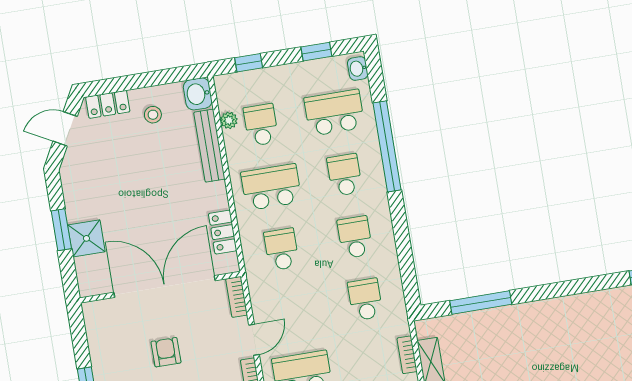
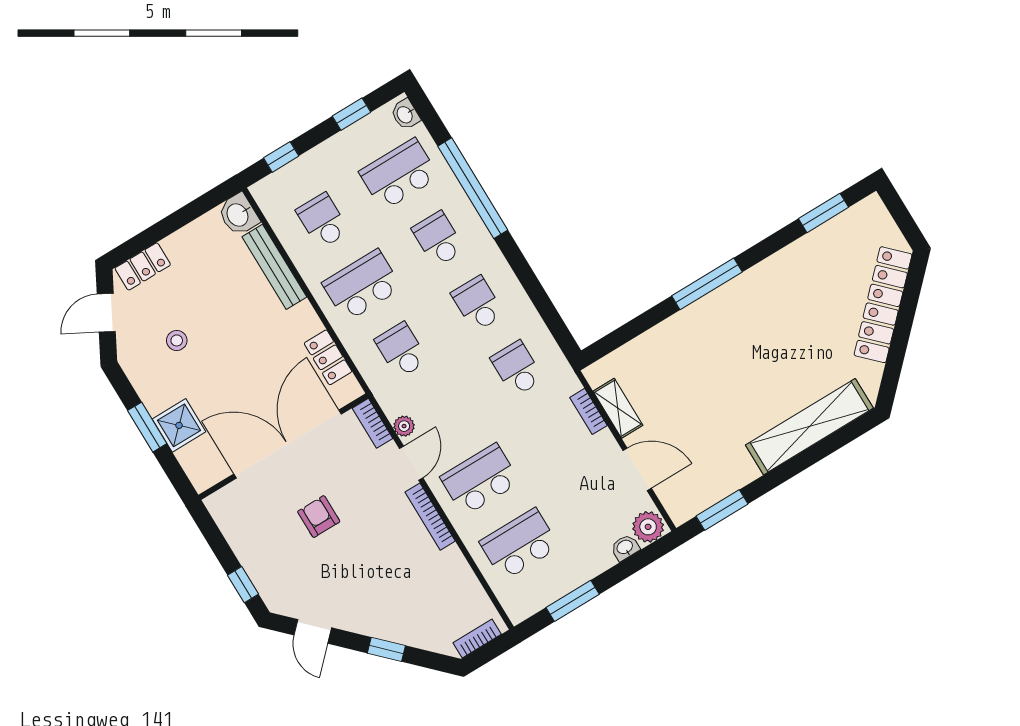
stool: (153, 115) -> (177, 340), moved
plant: (229, 120) -> (404, 426), moved
window: (481, 303) -> (707, 284), moved

